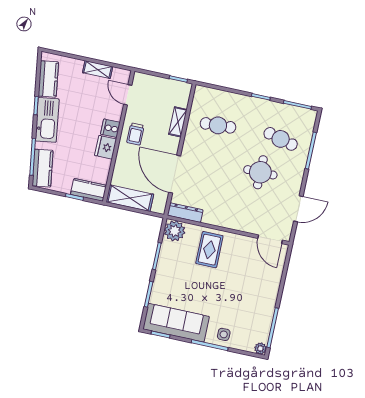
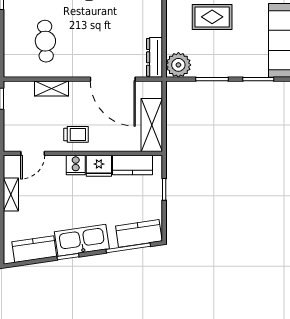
door: (175, 174) -> (113, 79), hinge flipped
kitchen counter: (89, 190) -> (132, 165), moved, turned -90
rug: (209, 250) -> (212, 17), moved

